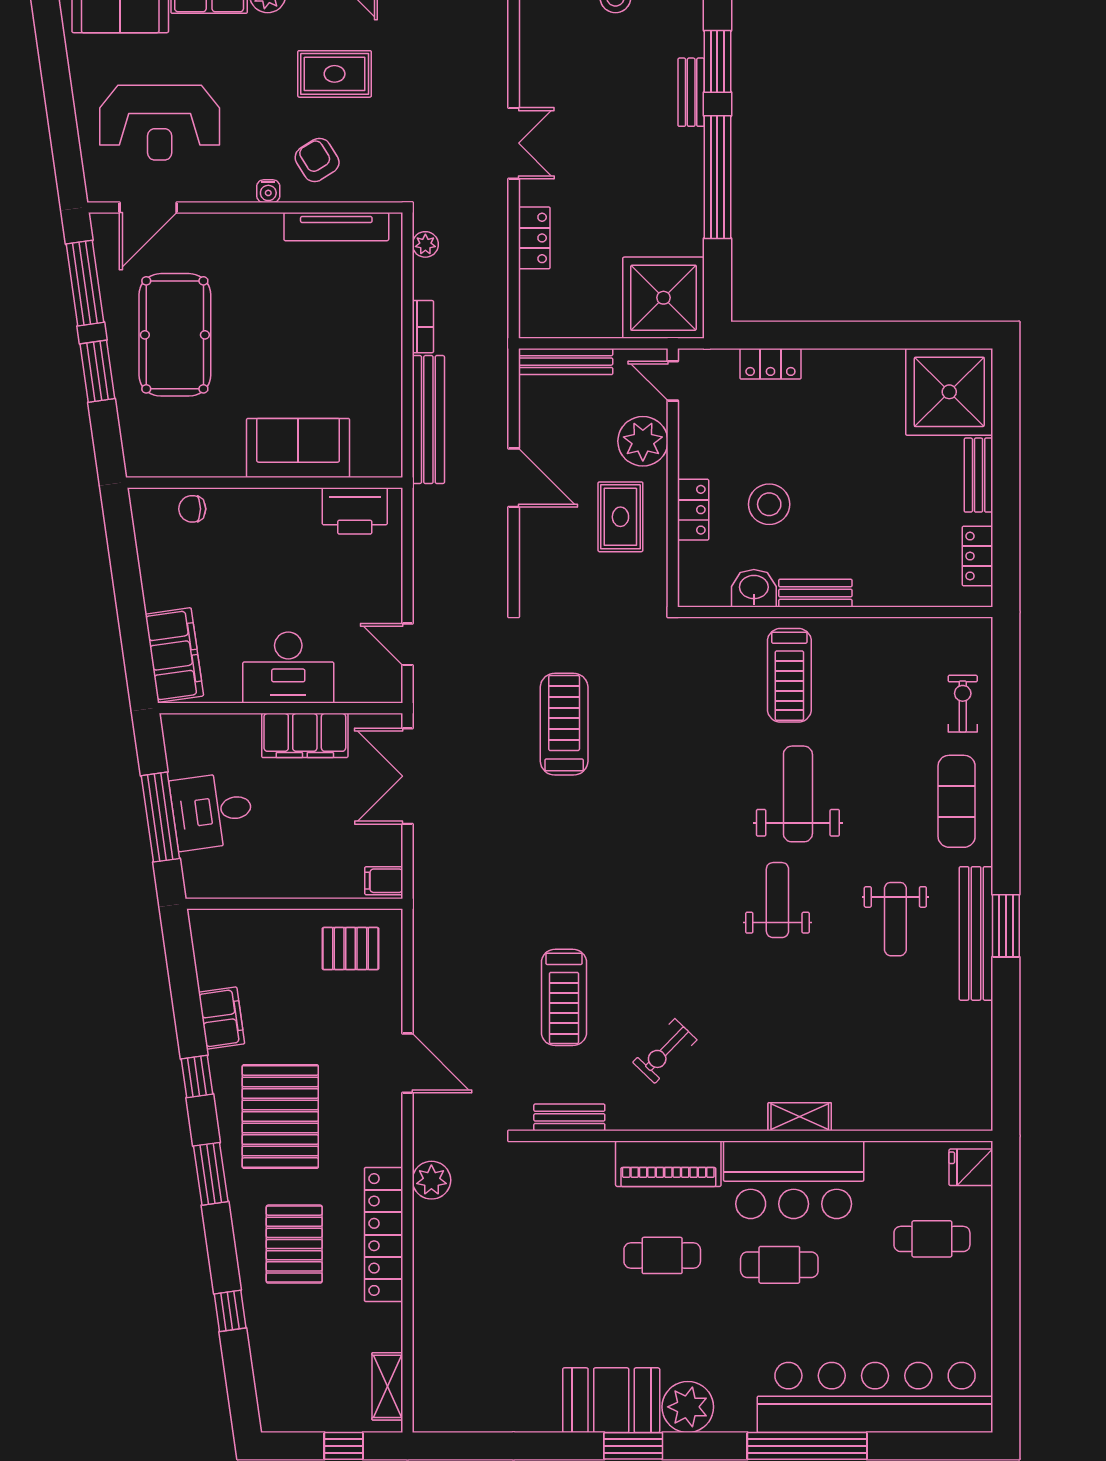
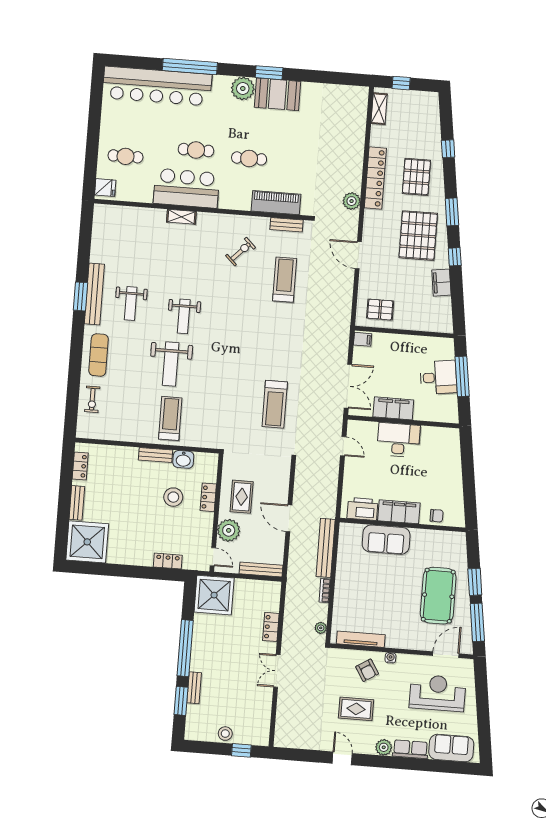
filing cabinet: (174, 655) -> (399, 512), moved, turned 98
weight bench: (895, 919) -> (131, 303), turned 180
piano: (668, 1164) -> (276, 203), moved

